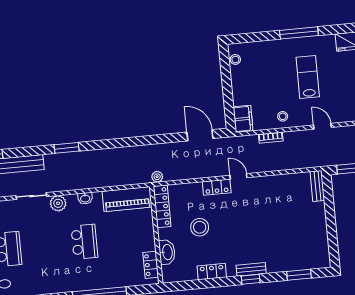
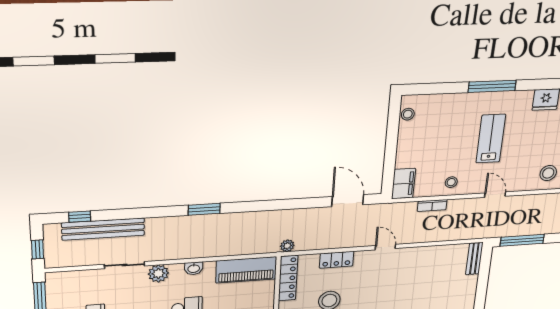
window: (67, 148) -> (204, 209), moved
locker: (217, 187) -> (337, 260), moved

